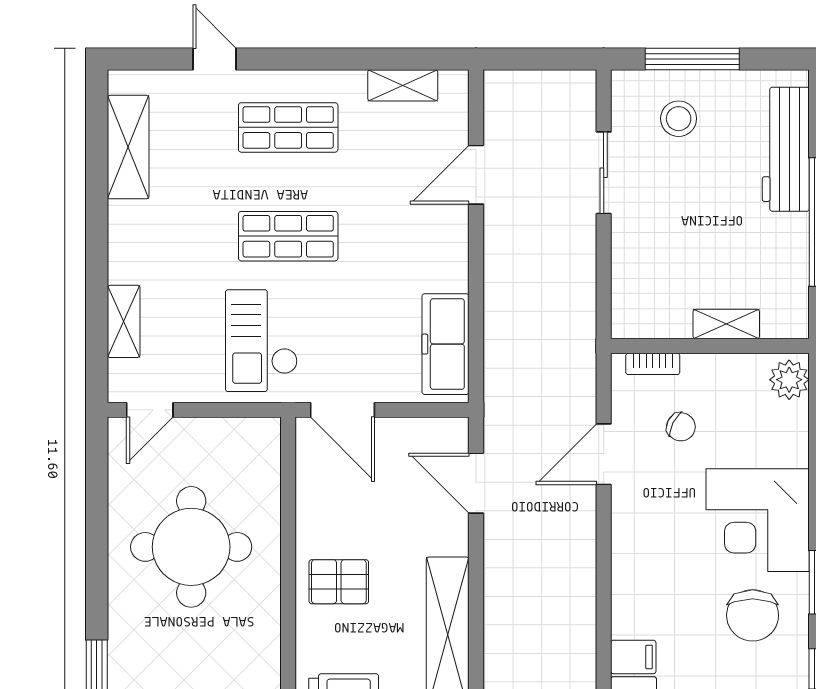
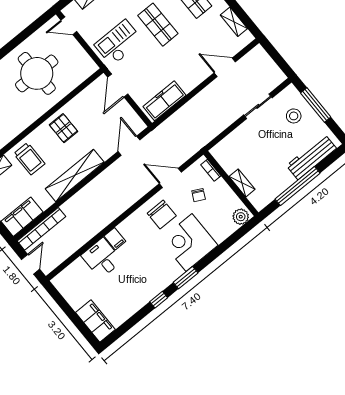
chair: (753, 615) -> (162, 215), moved, turned -90

